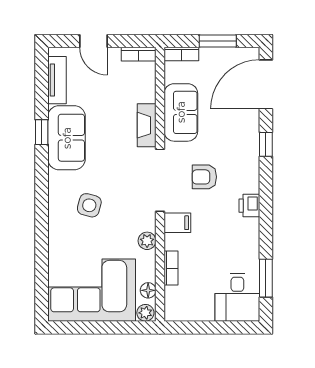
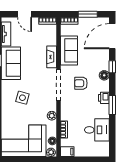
floor lamp: (250, 161) -> (104, 75), added
filing cabinet: (177, 223) -> (67, 152), moved
window: (266, 278) -> (112, 105), moved
desk: (237, 297) -> (97, 130), moved, turned -90

